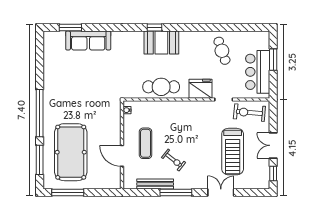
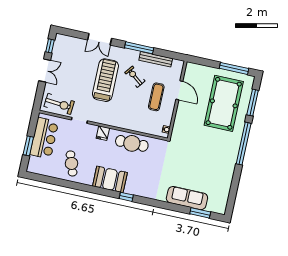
booth: (161, 43) -> (110, 179), moved
fridge: (200, 89) -> (103, 133), width x0.53, depth x0.75
treadmill: (233, 152) -> (105, 80), moved

